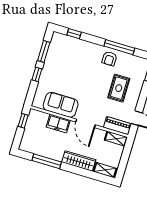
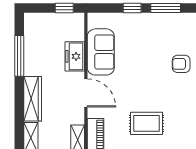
armchair: (109, 59) -> (181, 64), moved
door: (86, 123) -> (86, 93), swing flipped

